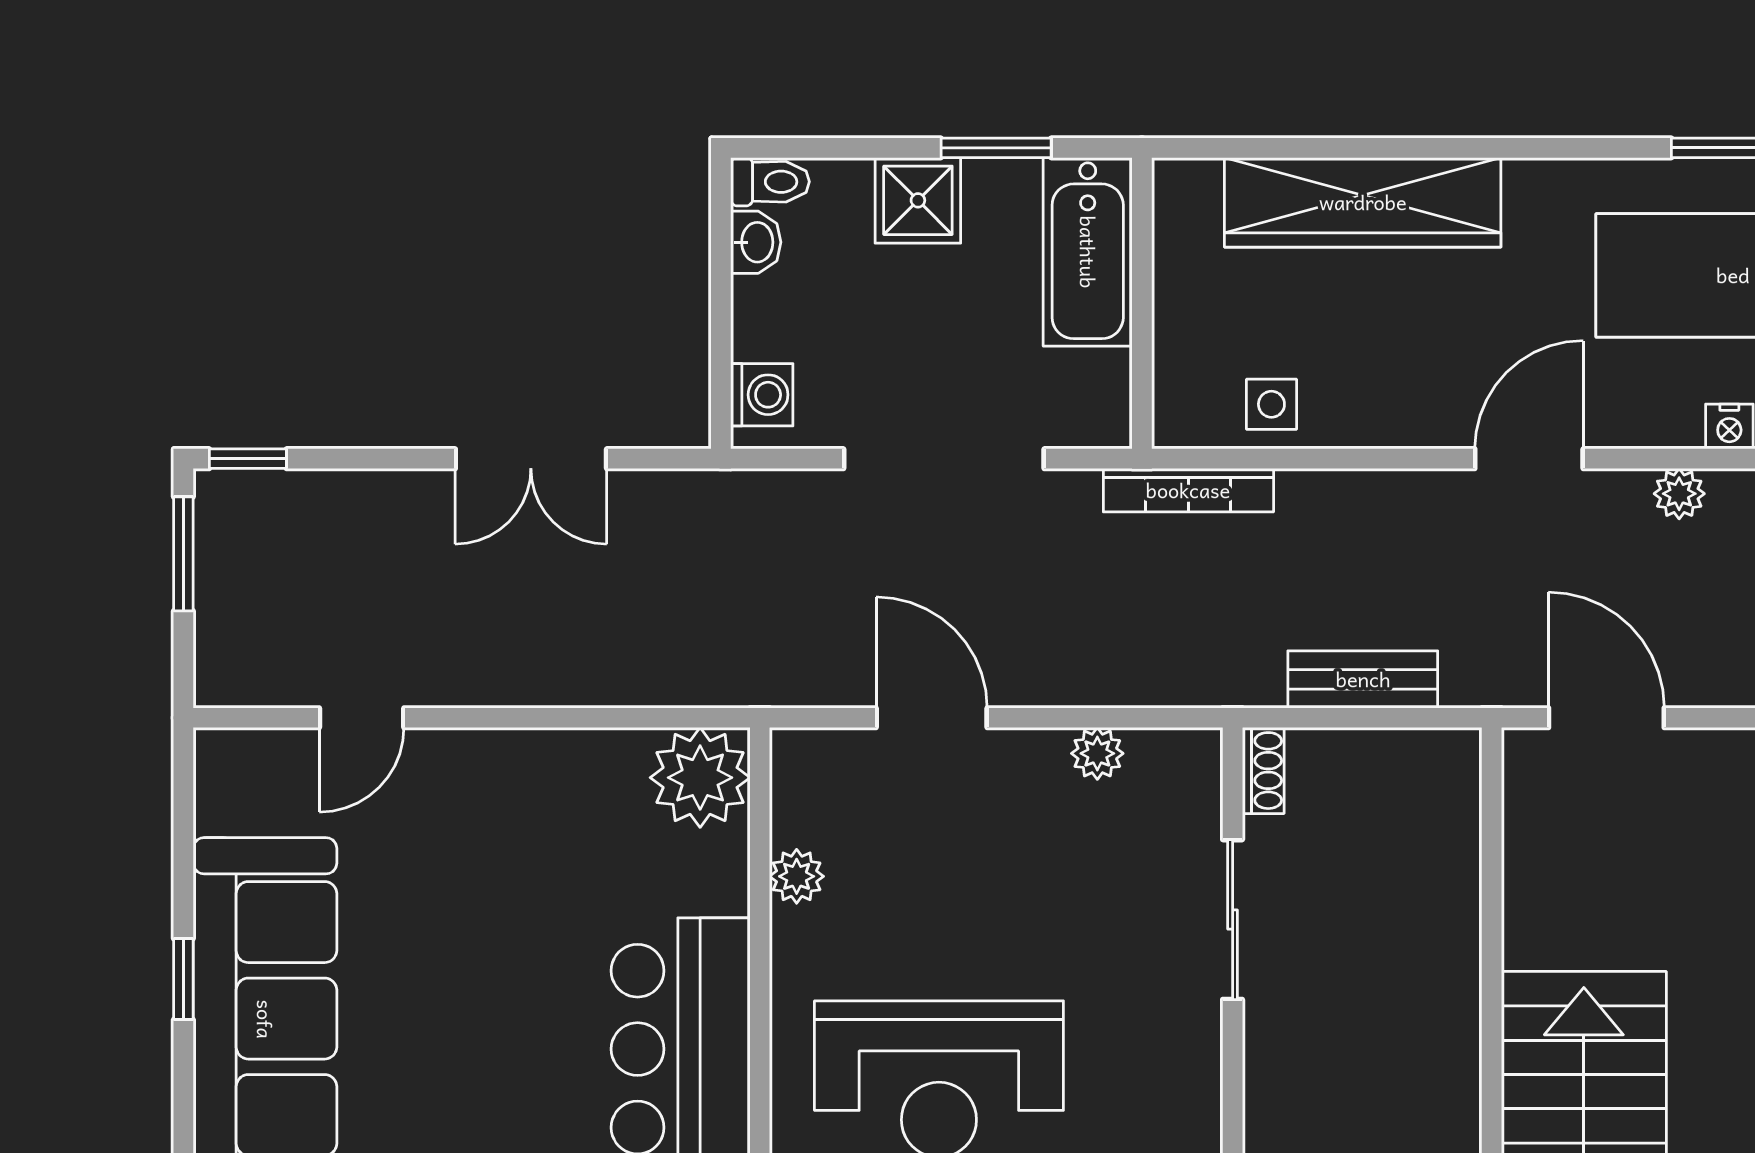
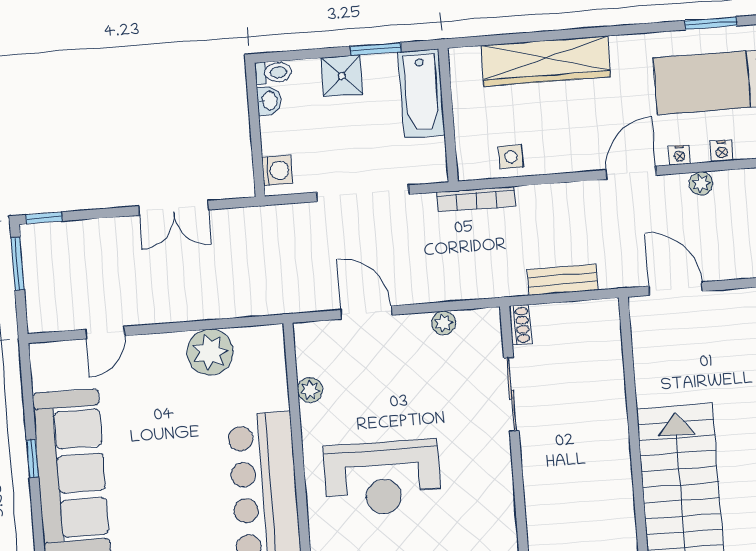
nightstand: (1637, 428) -> (679, 155), added
plant: (700, 778) -> (210, 352), moved

